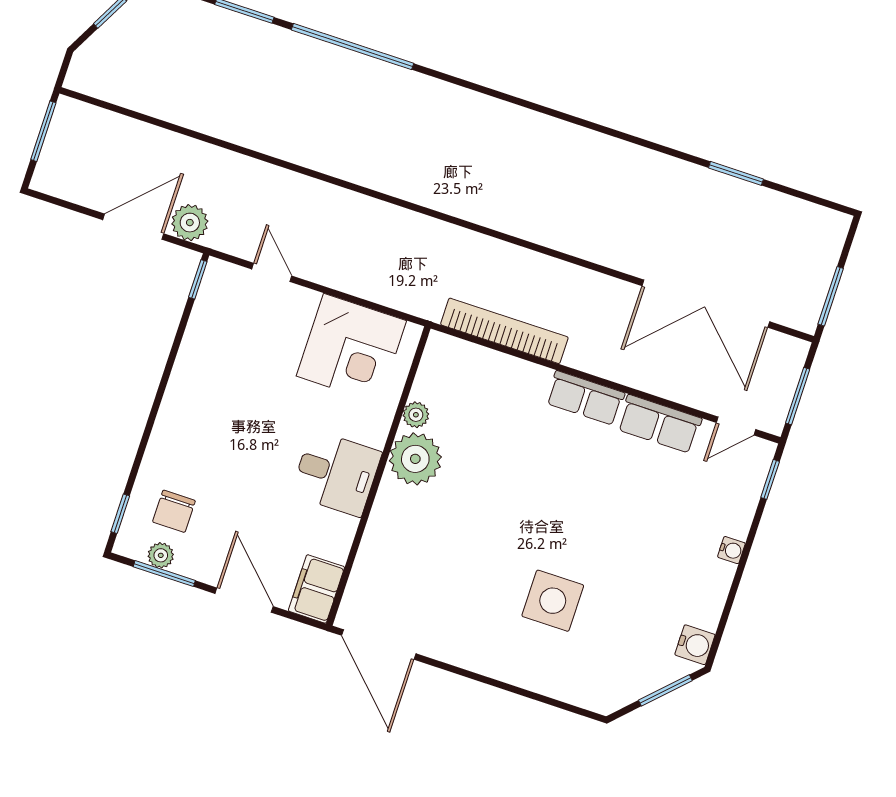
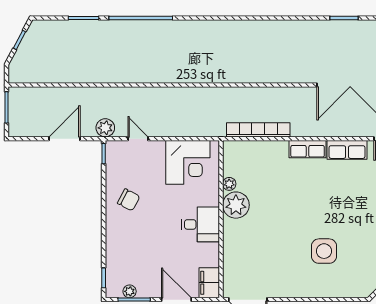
plant: (190, 223) -> (105, 128), moved
chair: (174, 511) -> (129, 200), moved, turned -62

